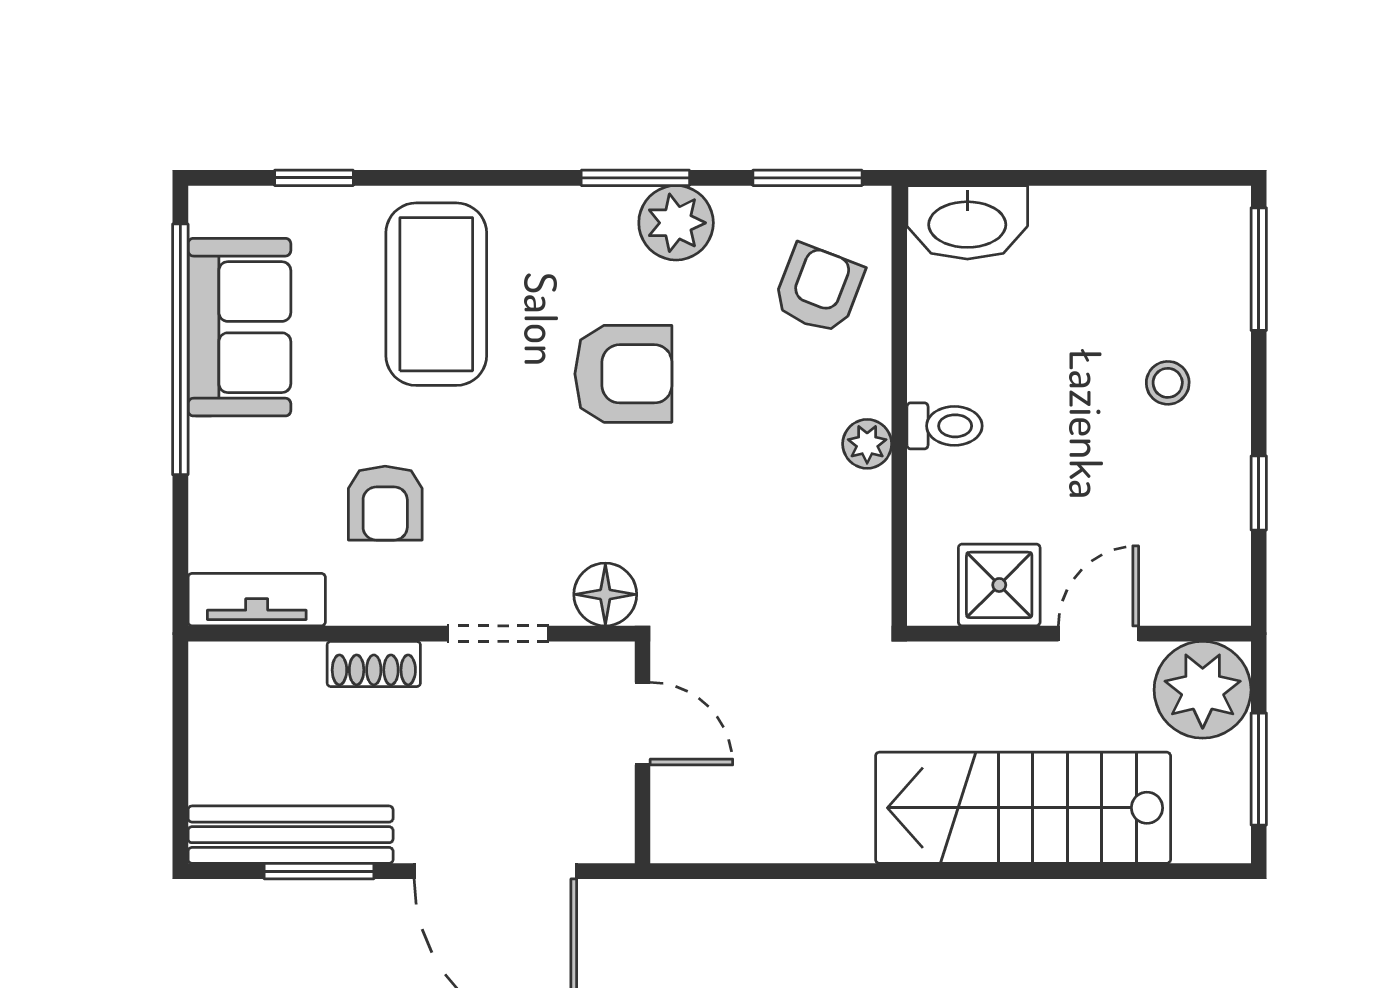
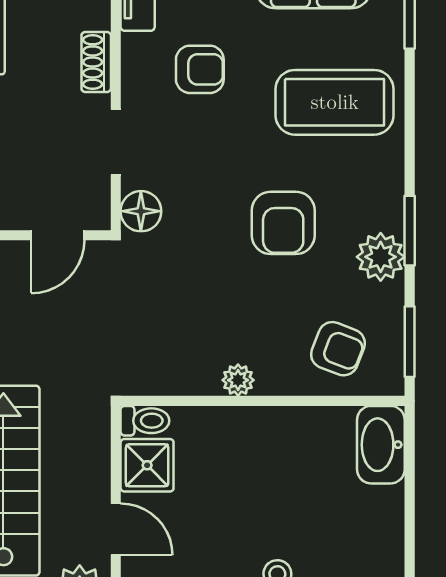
toilet: (945, 426) -> (145, 421), moved, turned -90
armchair: (385, 503) -> (200, 69), turned 180

